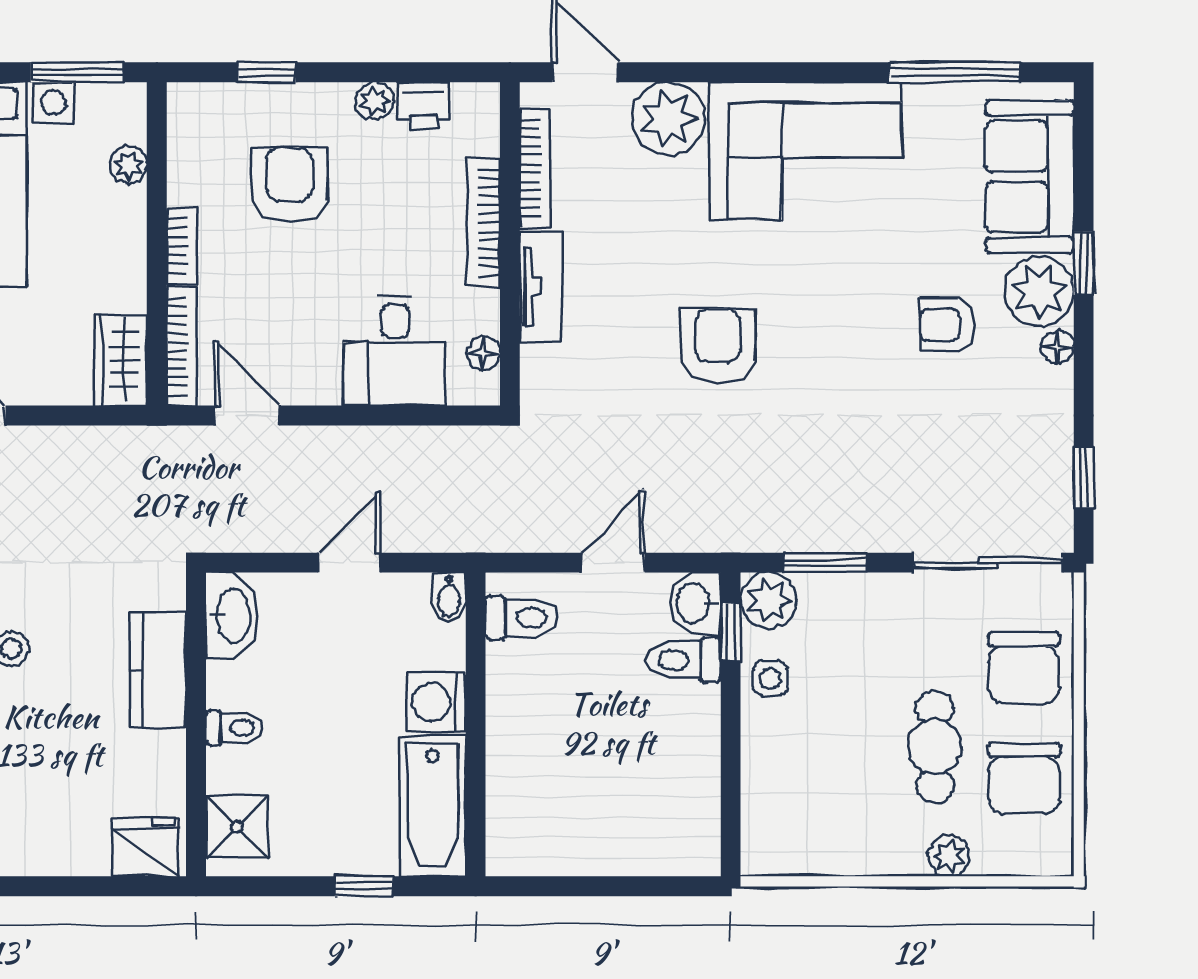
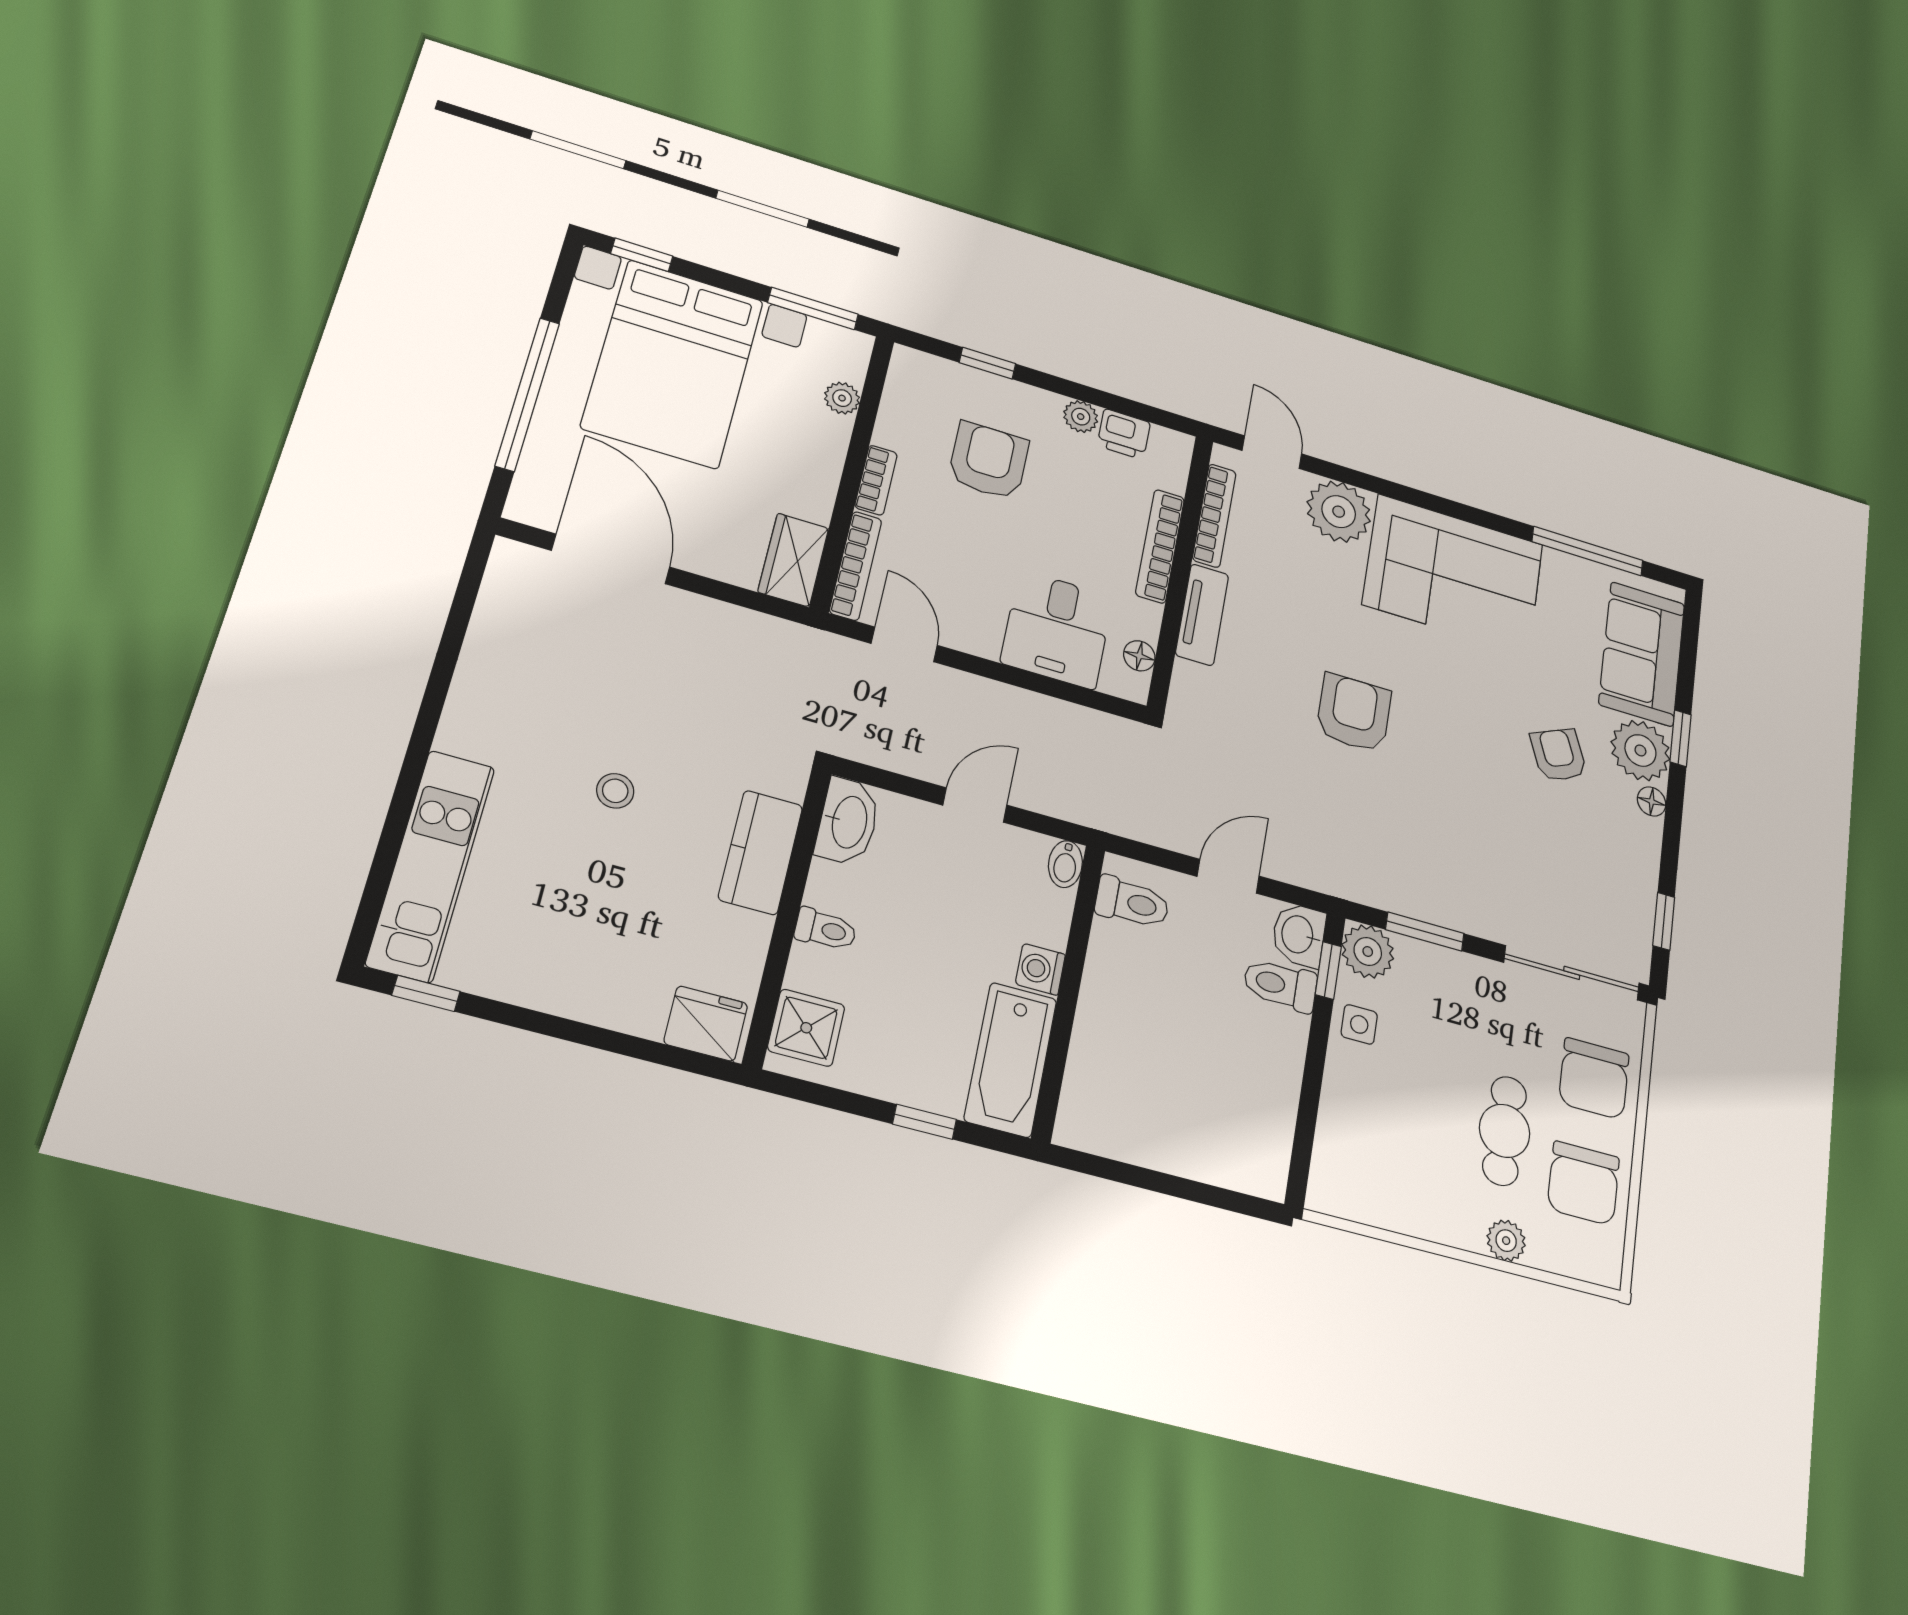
armchair: (947, 325) -> (1559, 755), turned 67
washing machine: (436, 702) -> (1040, 969), width x0.73, depth x0.73

